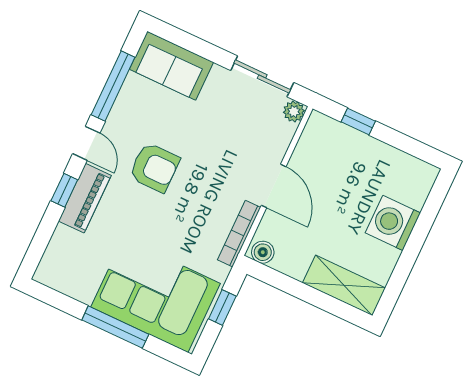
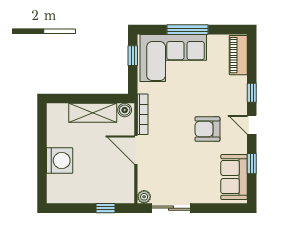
sofa: (171, 66) -> (234, 177), moved, turned -90
window: (113, 86) -> (252, 164), width x0.46
piano: (85, 198) -> (238, 55), moved
shelving: (344, 285) -> (93, 113), moved
window: (222, 308) -> (133, 56), moved

